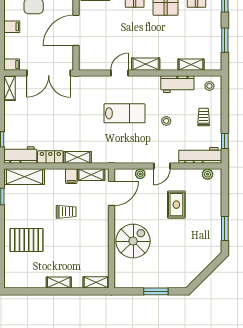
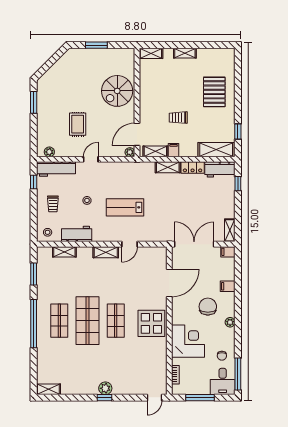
plant: (140, 174) -> (130, 152), moved
pallet: (26, 240) -> (214, 92), turned 90

